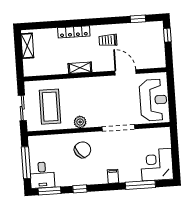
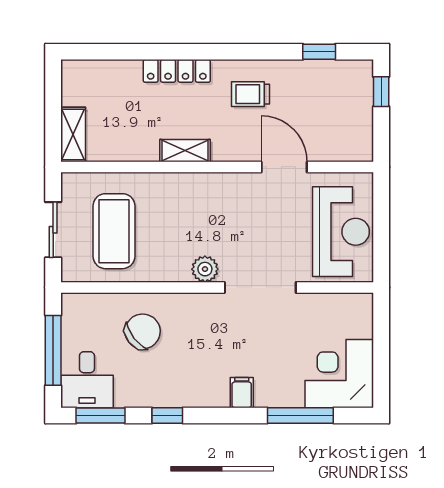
shelving: (27, 46) -> (73, 135), moved
plant: (80, 122) -> (205, 269), moved
chair: (83, 150) -> (143, 331), moved

